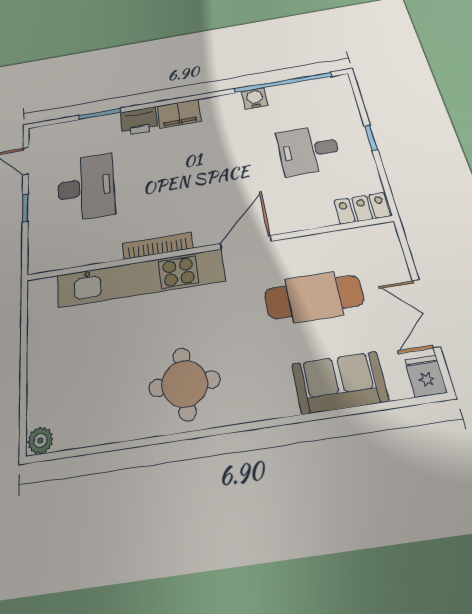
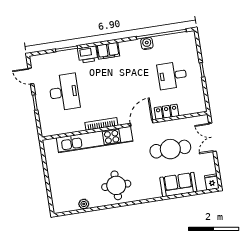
locker: (362, 208) -> (167, 112), moved
double door: (426, 313) -> (212, 137), moved
plant: (40, 441) -> (84, 204), moved

